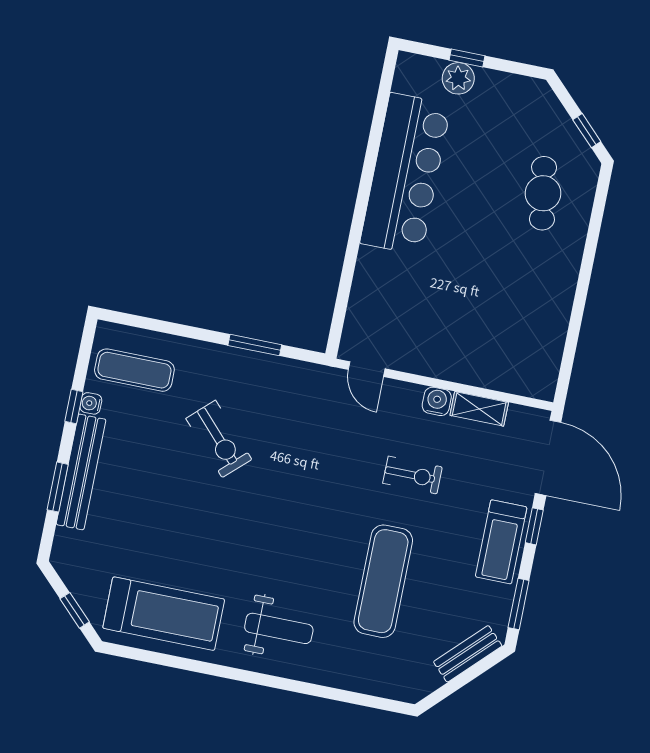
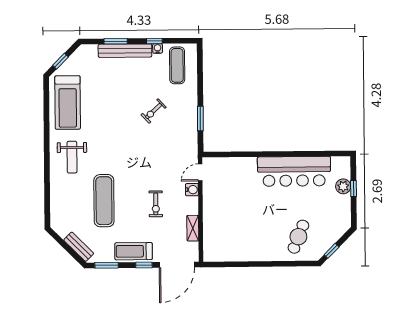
cafe table: (543, 193) -> (298, 237), turned -59
water cooler: (437, 401) -> (192, 190), moved
exercise bike: (219, 439) -> (154, 111), width x0.73, depth x0.72
exercise mat: (383, 581) -> (104, 201), turned 90

